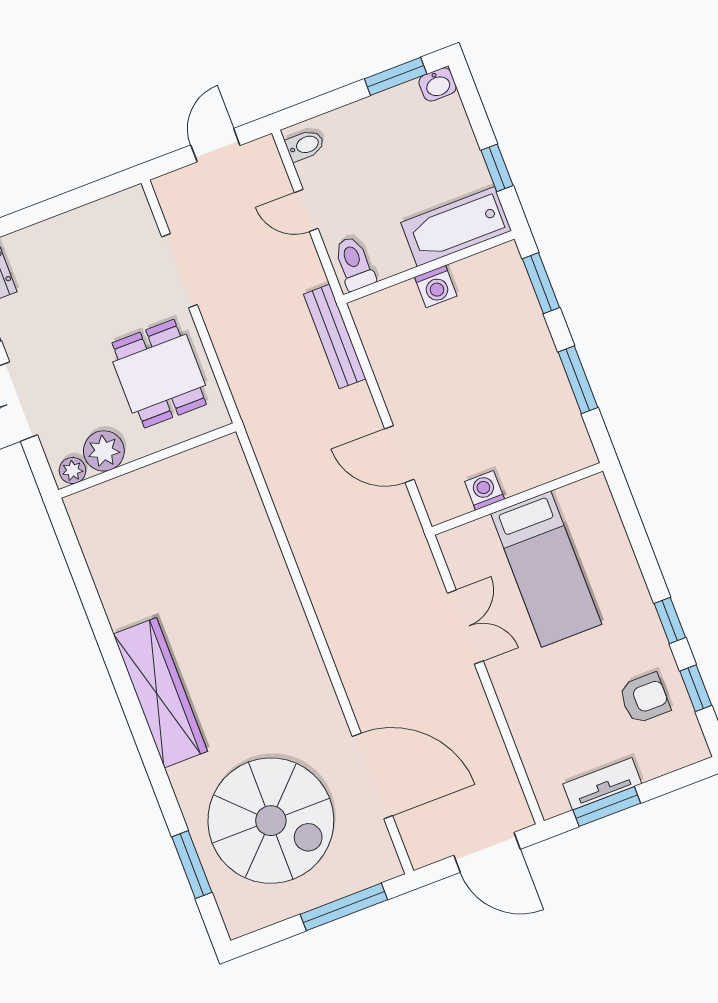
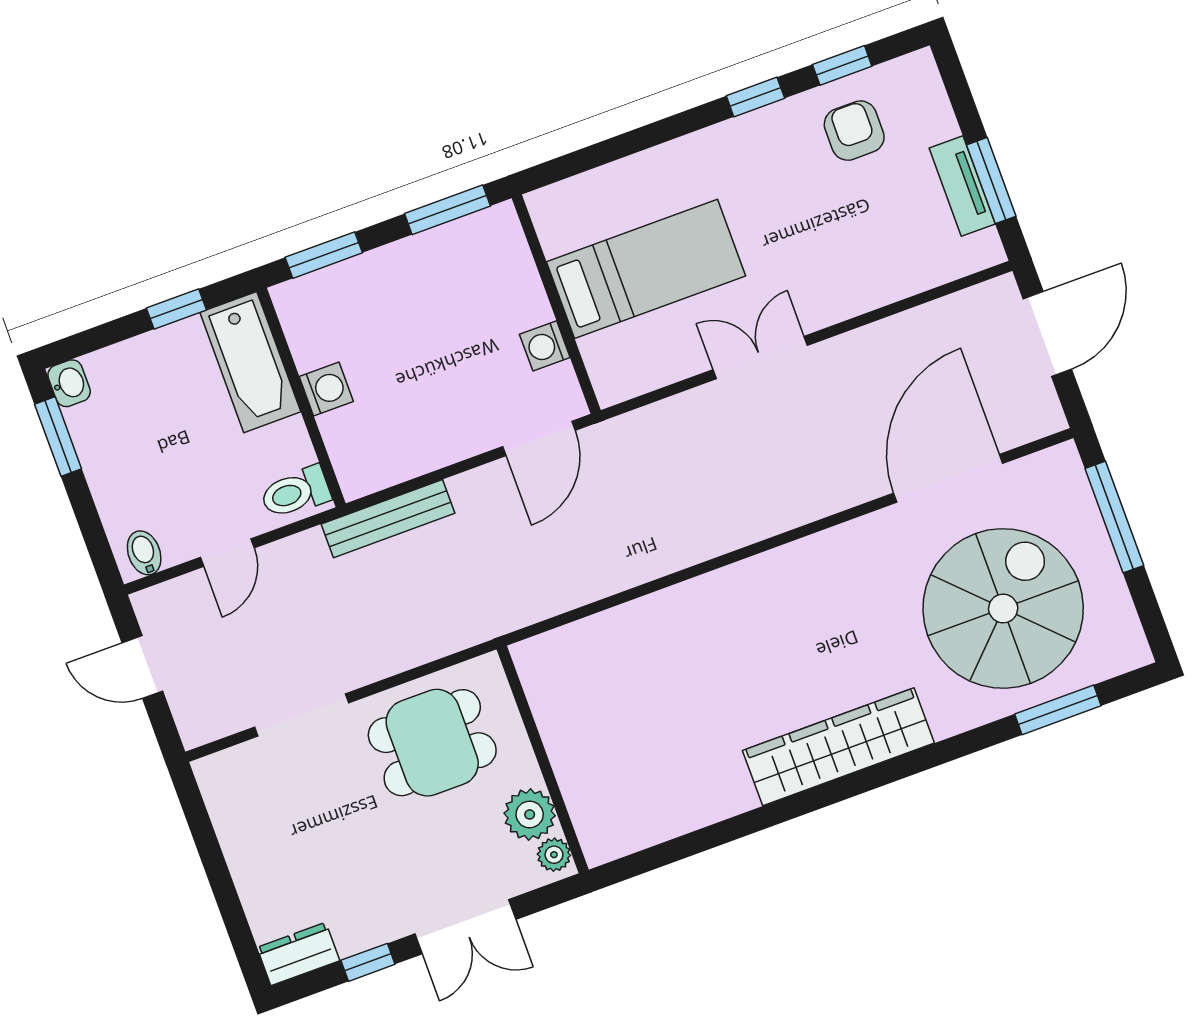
washing machine: (485, 490) -> (545, 346), moved
wall: (517, 499) -> (556, 304), moved
bed: (546, 569) -> (646, 269), moved

